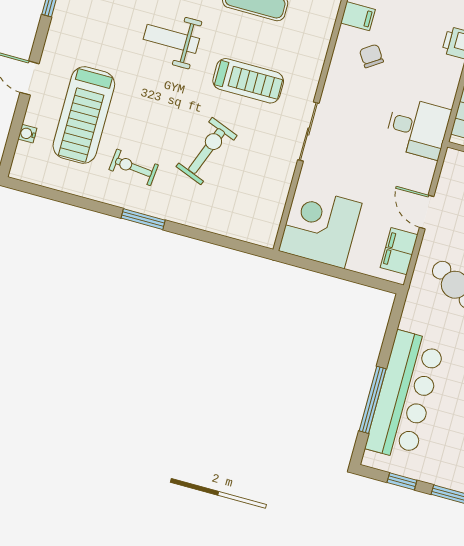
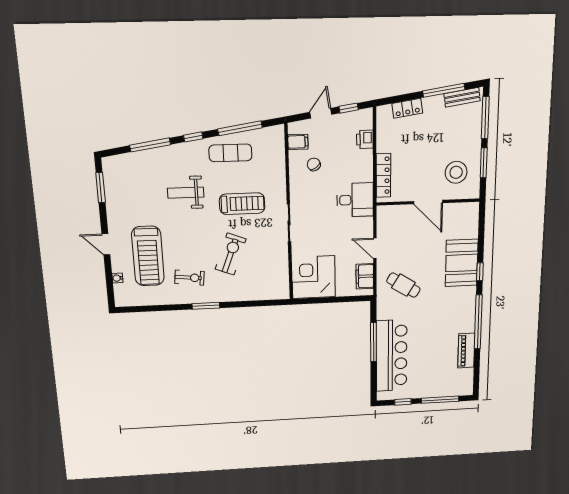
exercise bike: (134, 167) -> (190, 278), turned 180
window: (373, 400) -> (373, 342), moved

